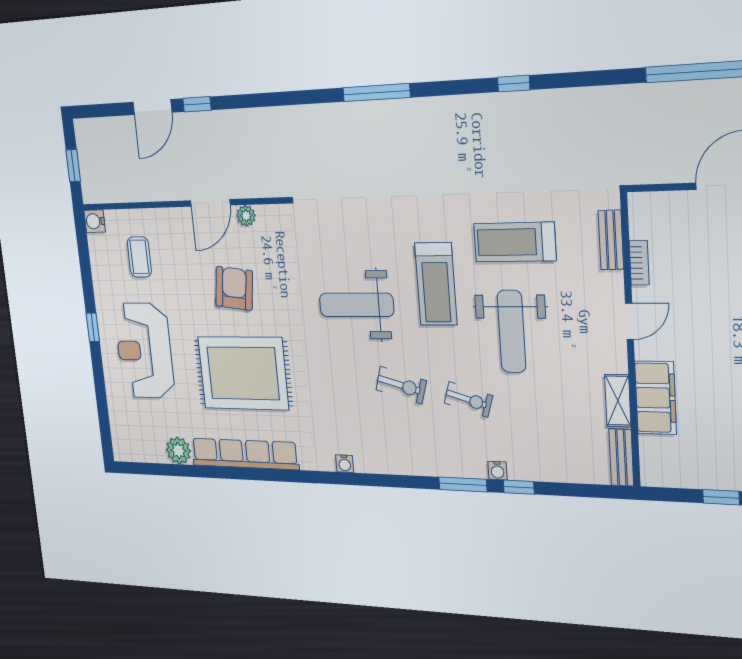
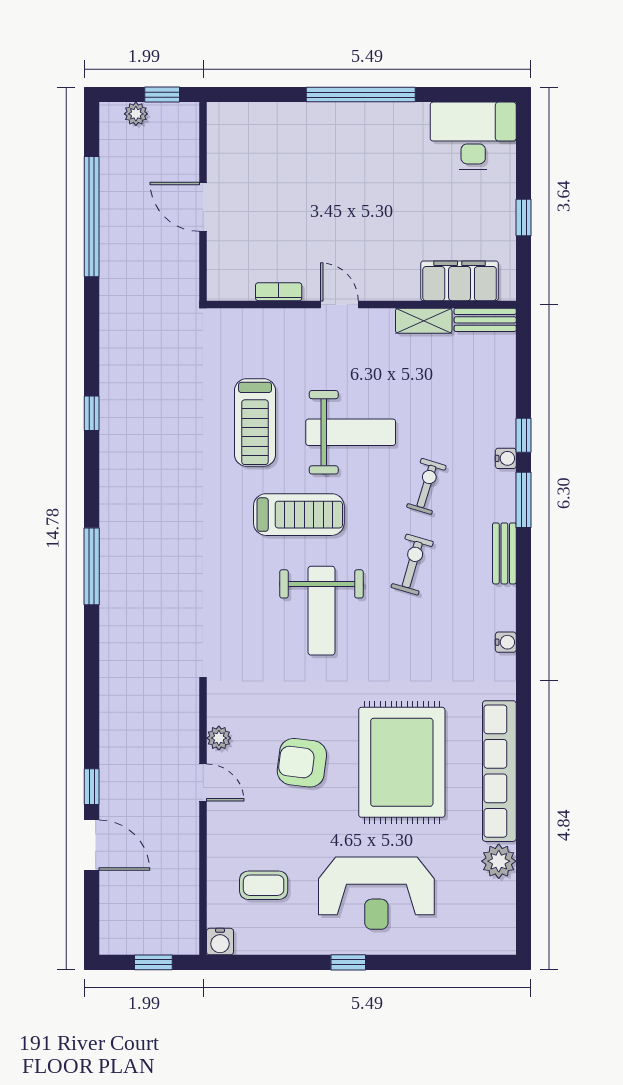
door: (210, 203) -> (203, 783), width x0.73
bench: (611, 240) -> (504, 553), moved, turned 90
filing cabinet: (656, 398) -> (460, 281), moved

